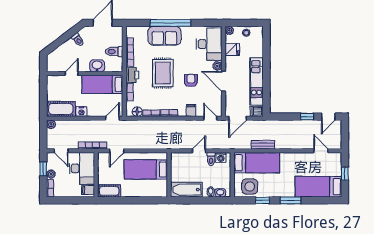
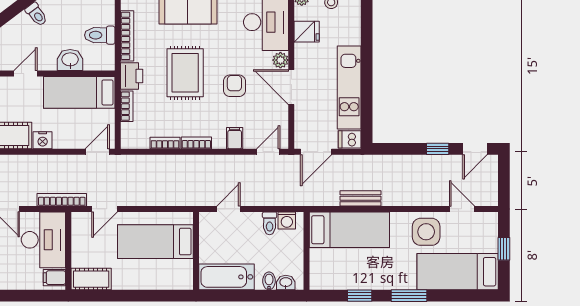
floor lamp: (137, 112) -> (140, 140), removed
door: (210, 118) -> (268, 152), hinge flipped
door: (199, 151) -> (229, 209), moved
side table: (250, 186) -> (426, 232), moved

